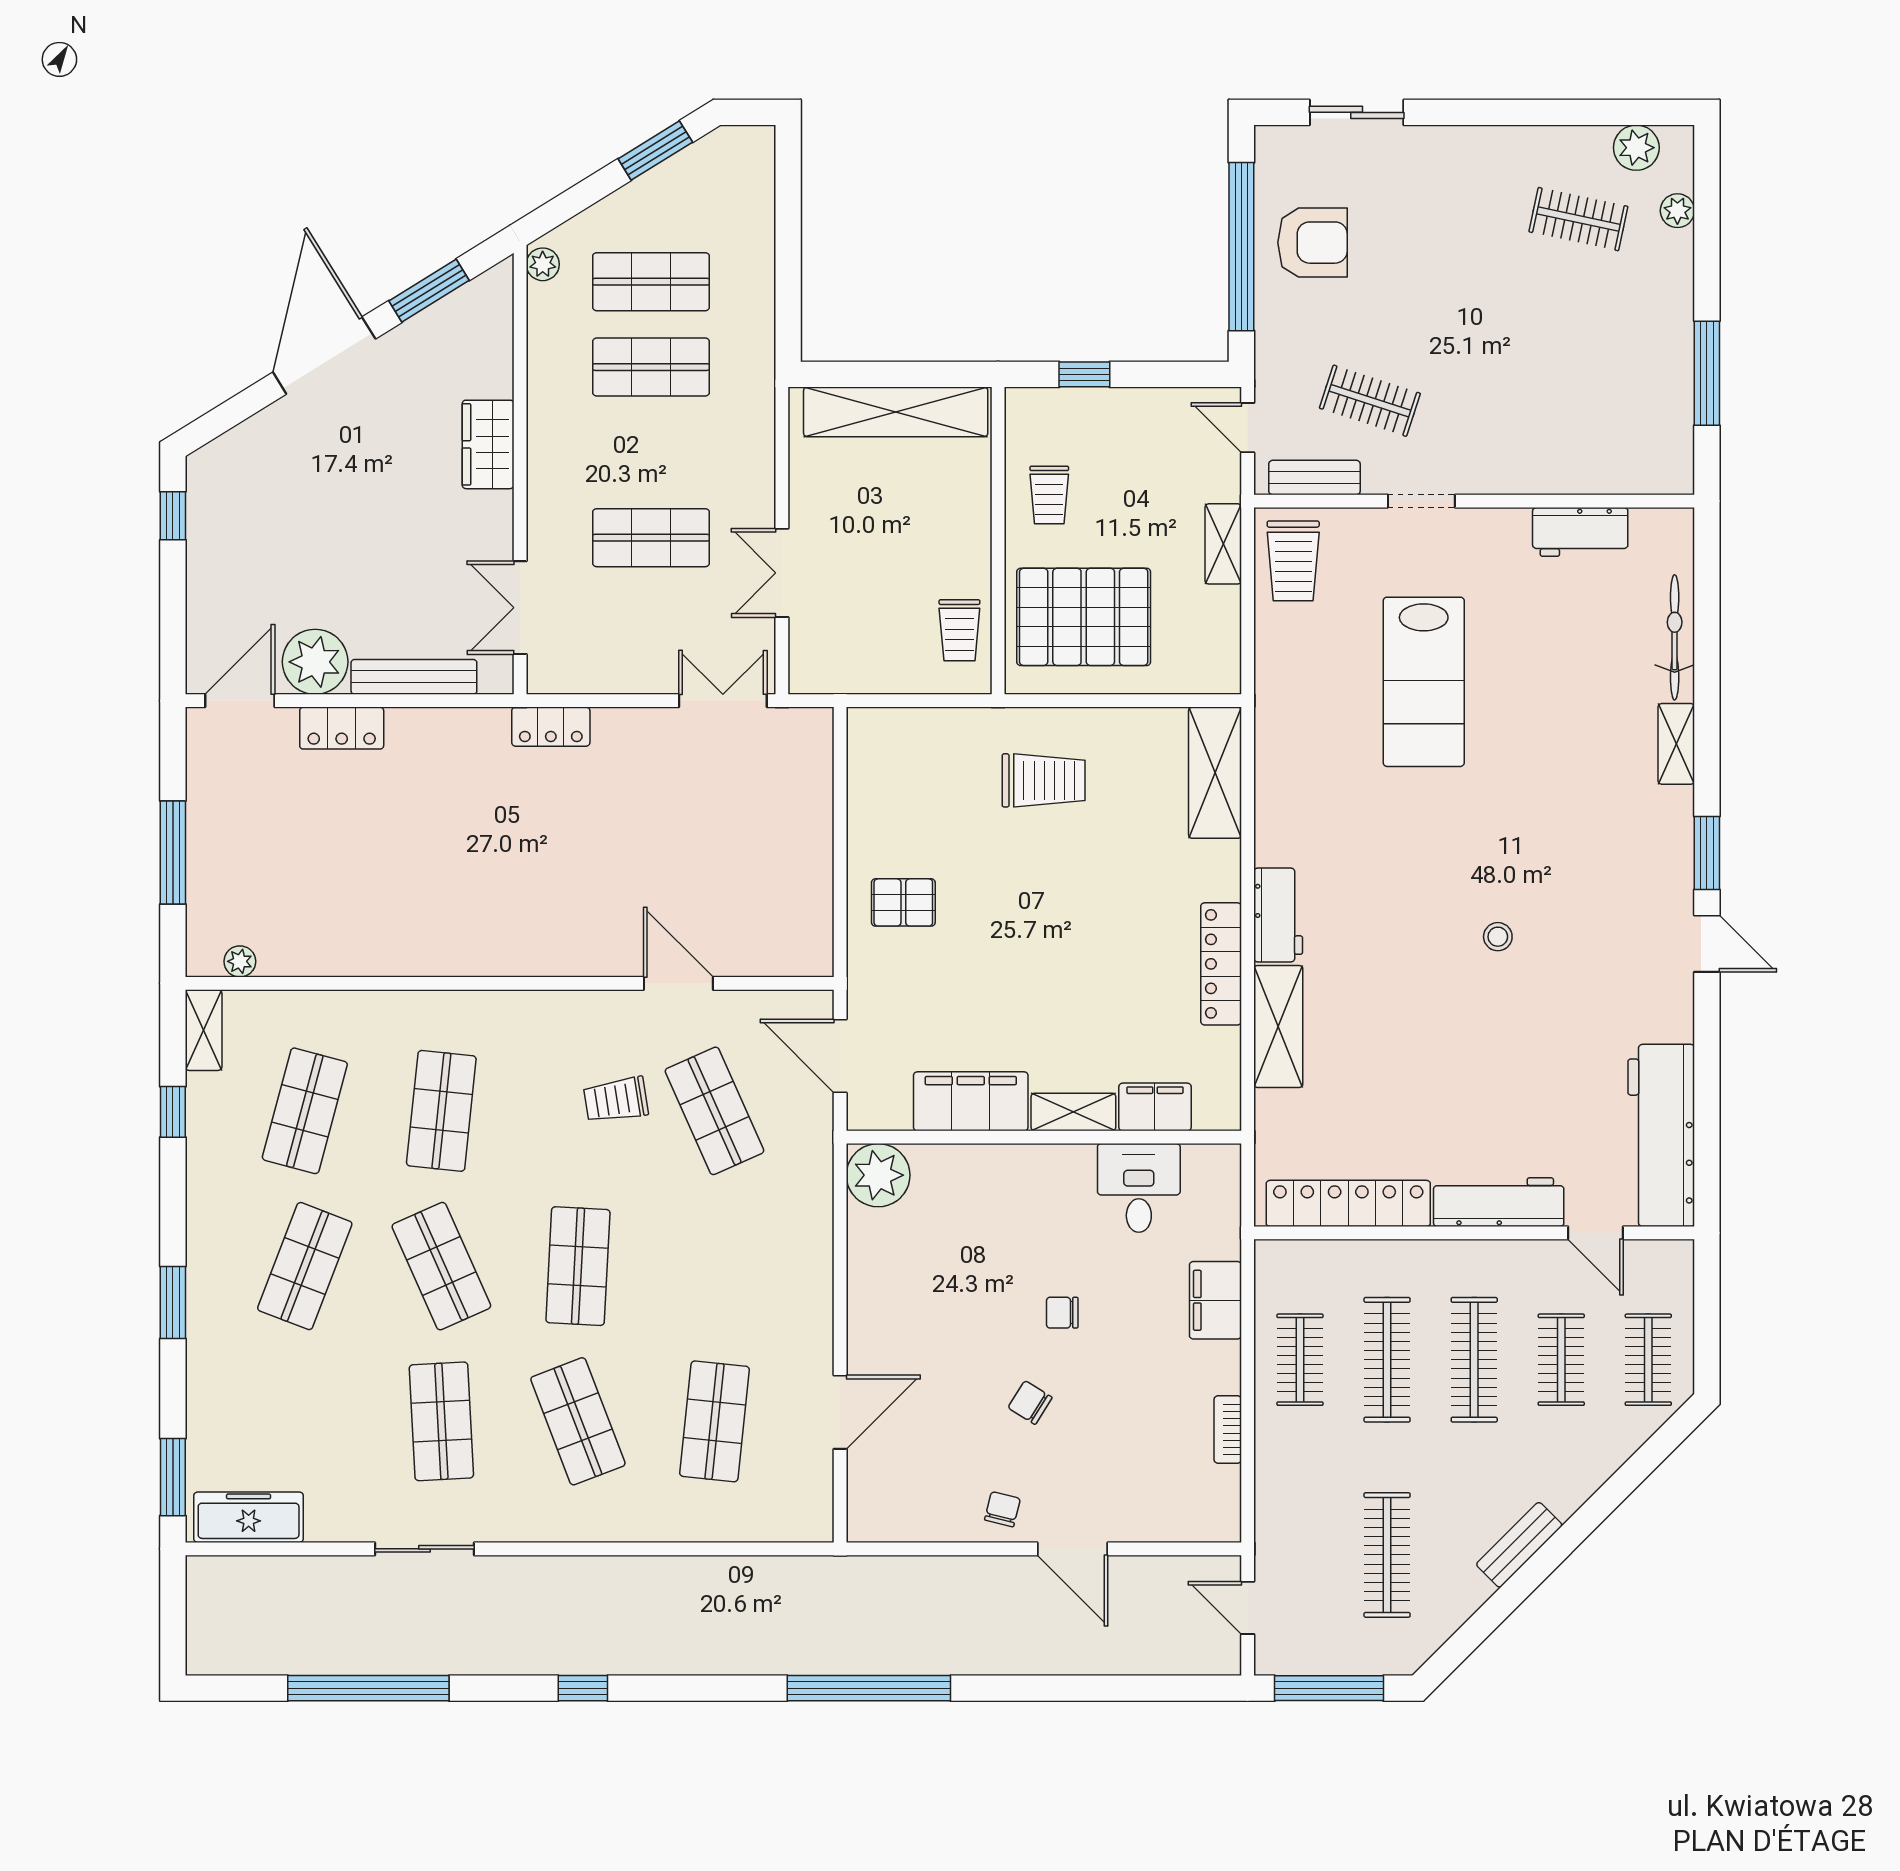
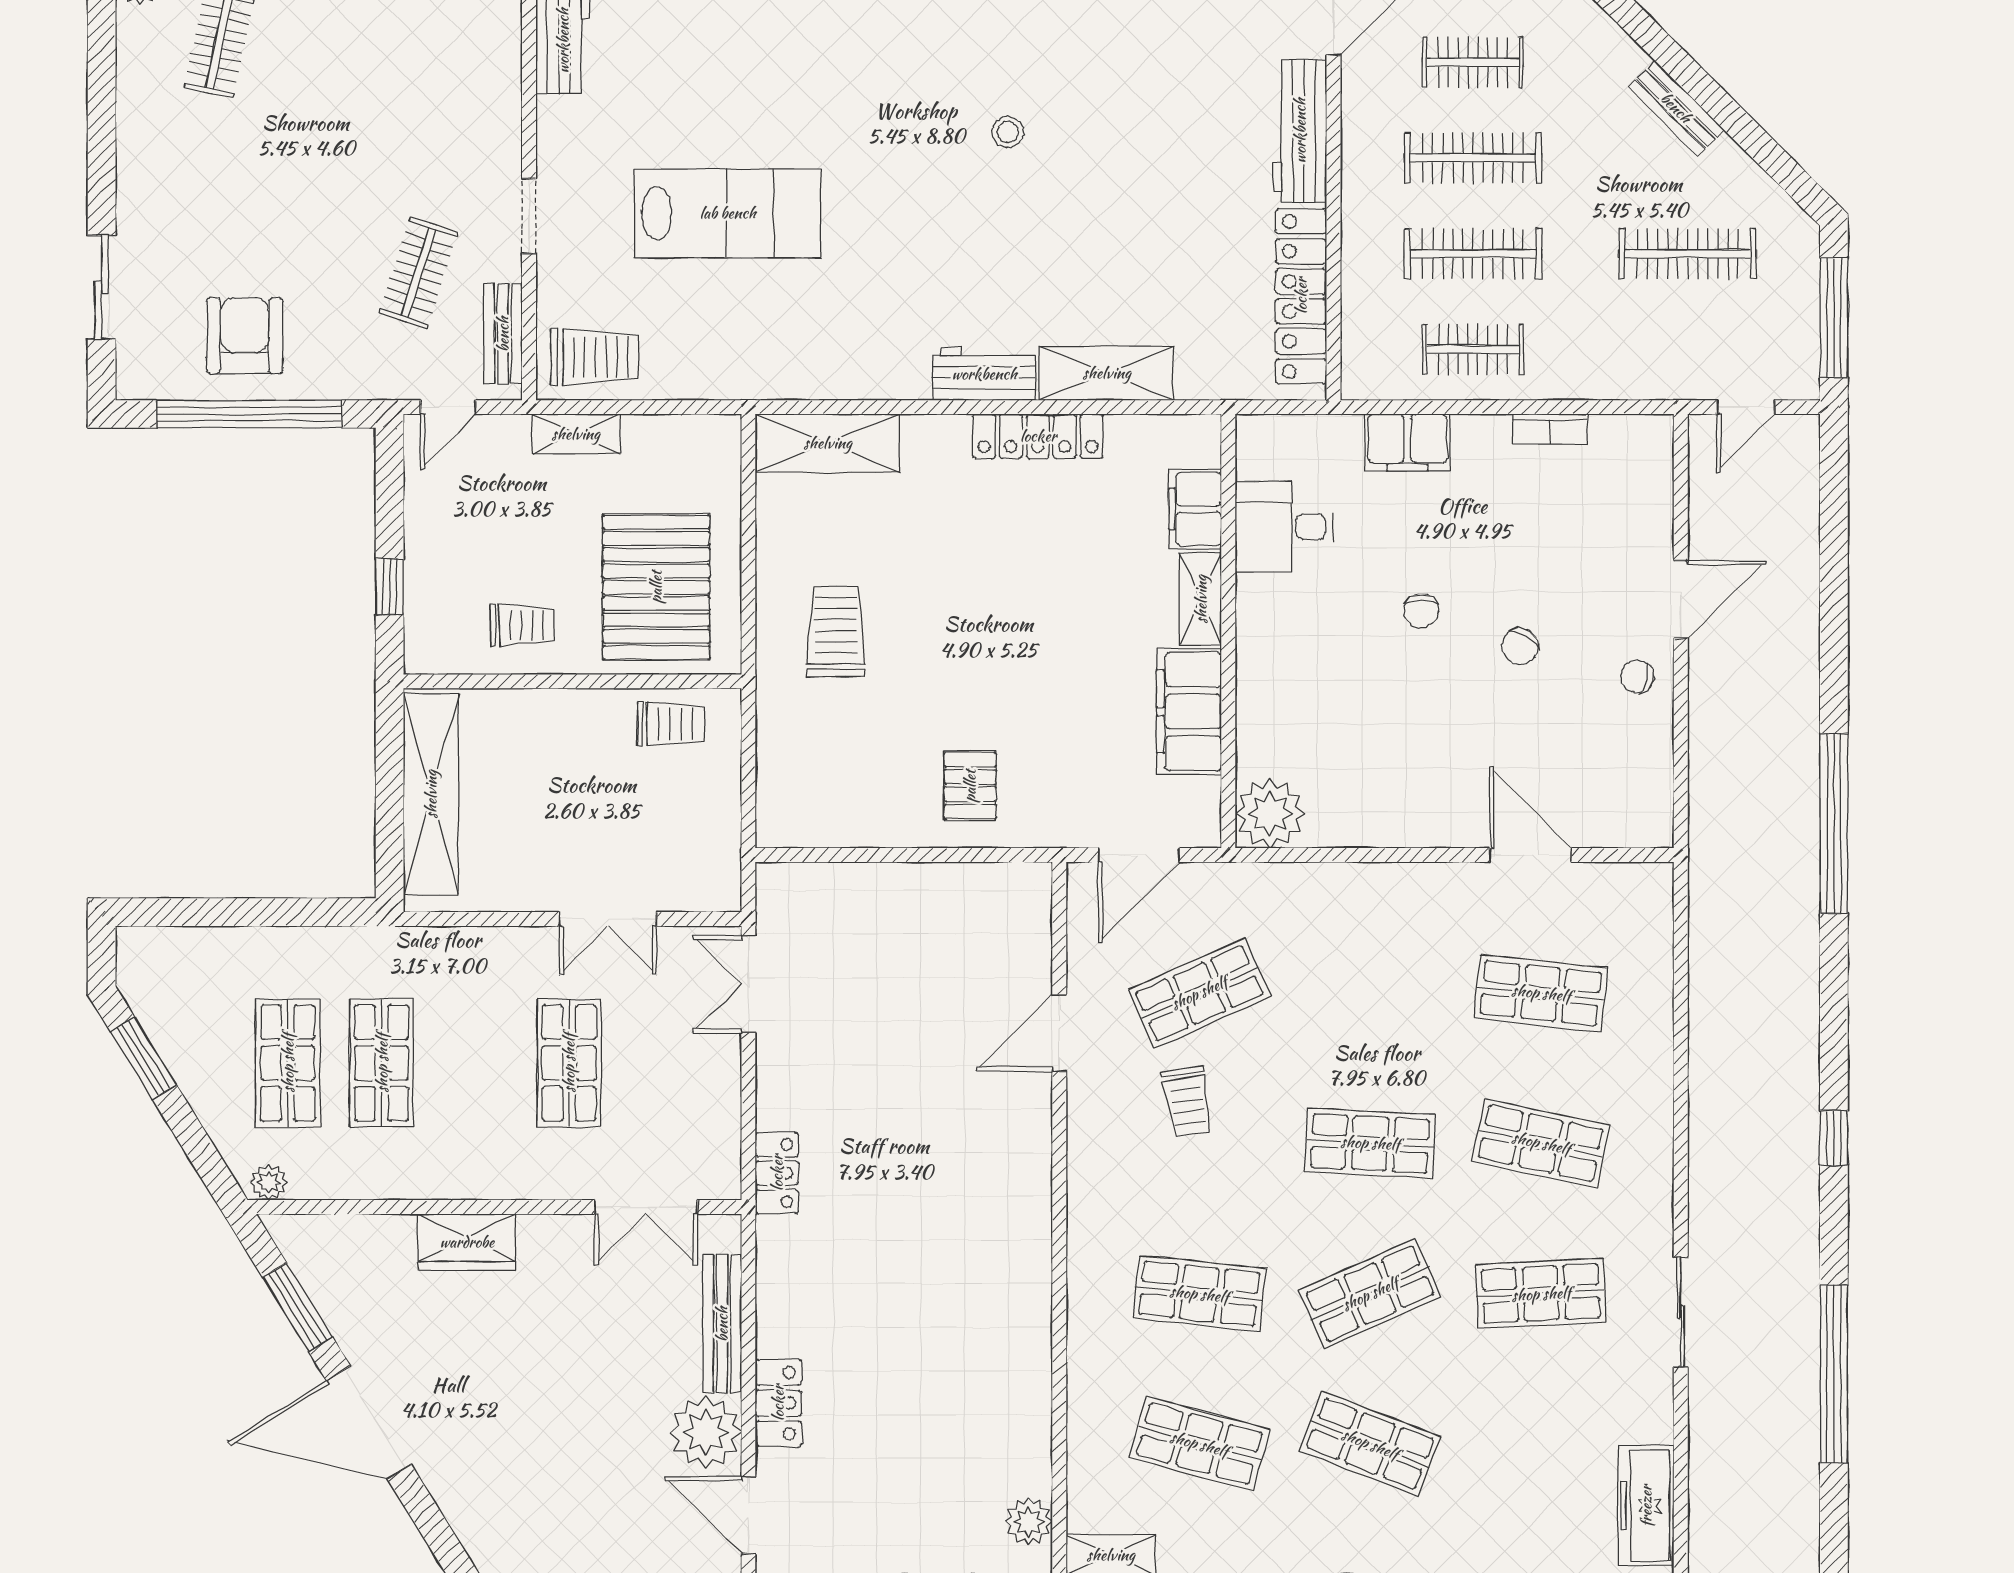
plant: (240, 961) -> (1029, 1522), width x1.38, depth x1.38
shop shelf: (578, 1421) -> (1541, 1143), turned 33

